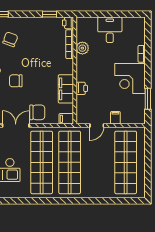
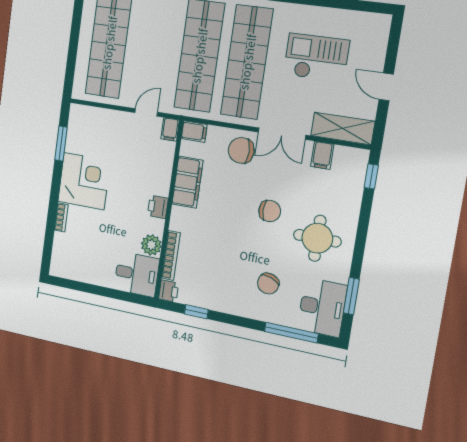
desk: (110, 30) -> (137, 274), moved, turned -90
printer: (82, 88) -> (158, 207), moved
filing cabinet: (115, 118) -> (170, 129), moved

